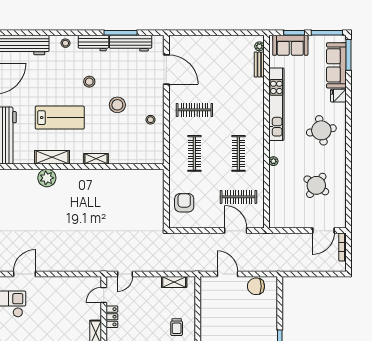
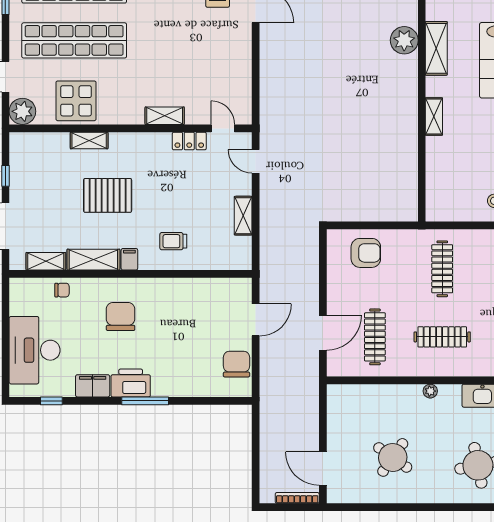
clothes rail: (194, 153) -> (442, 269), turned 90
shelving: (174, 282) -> (243, 216), moved

